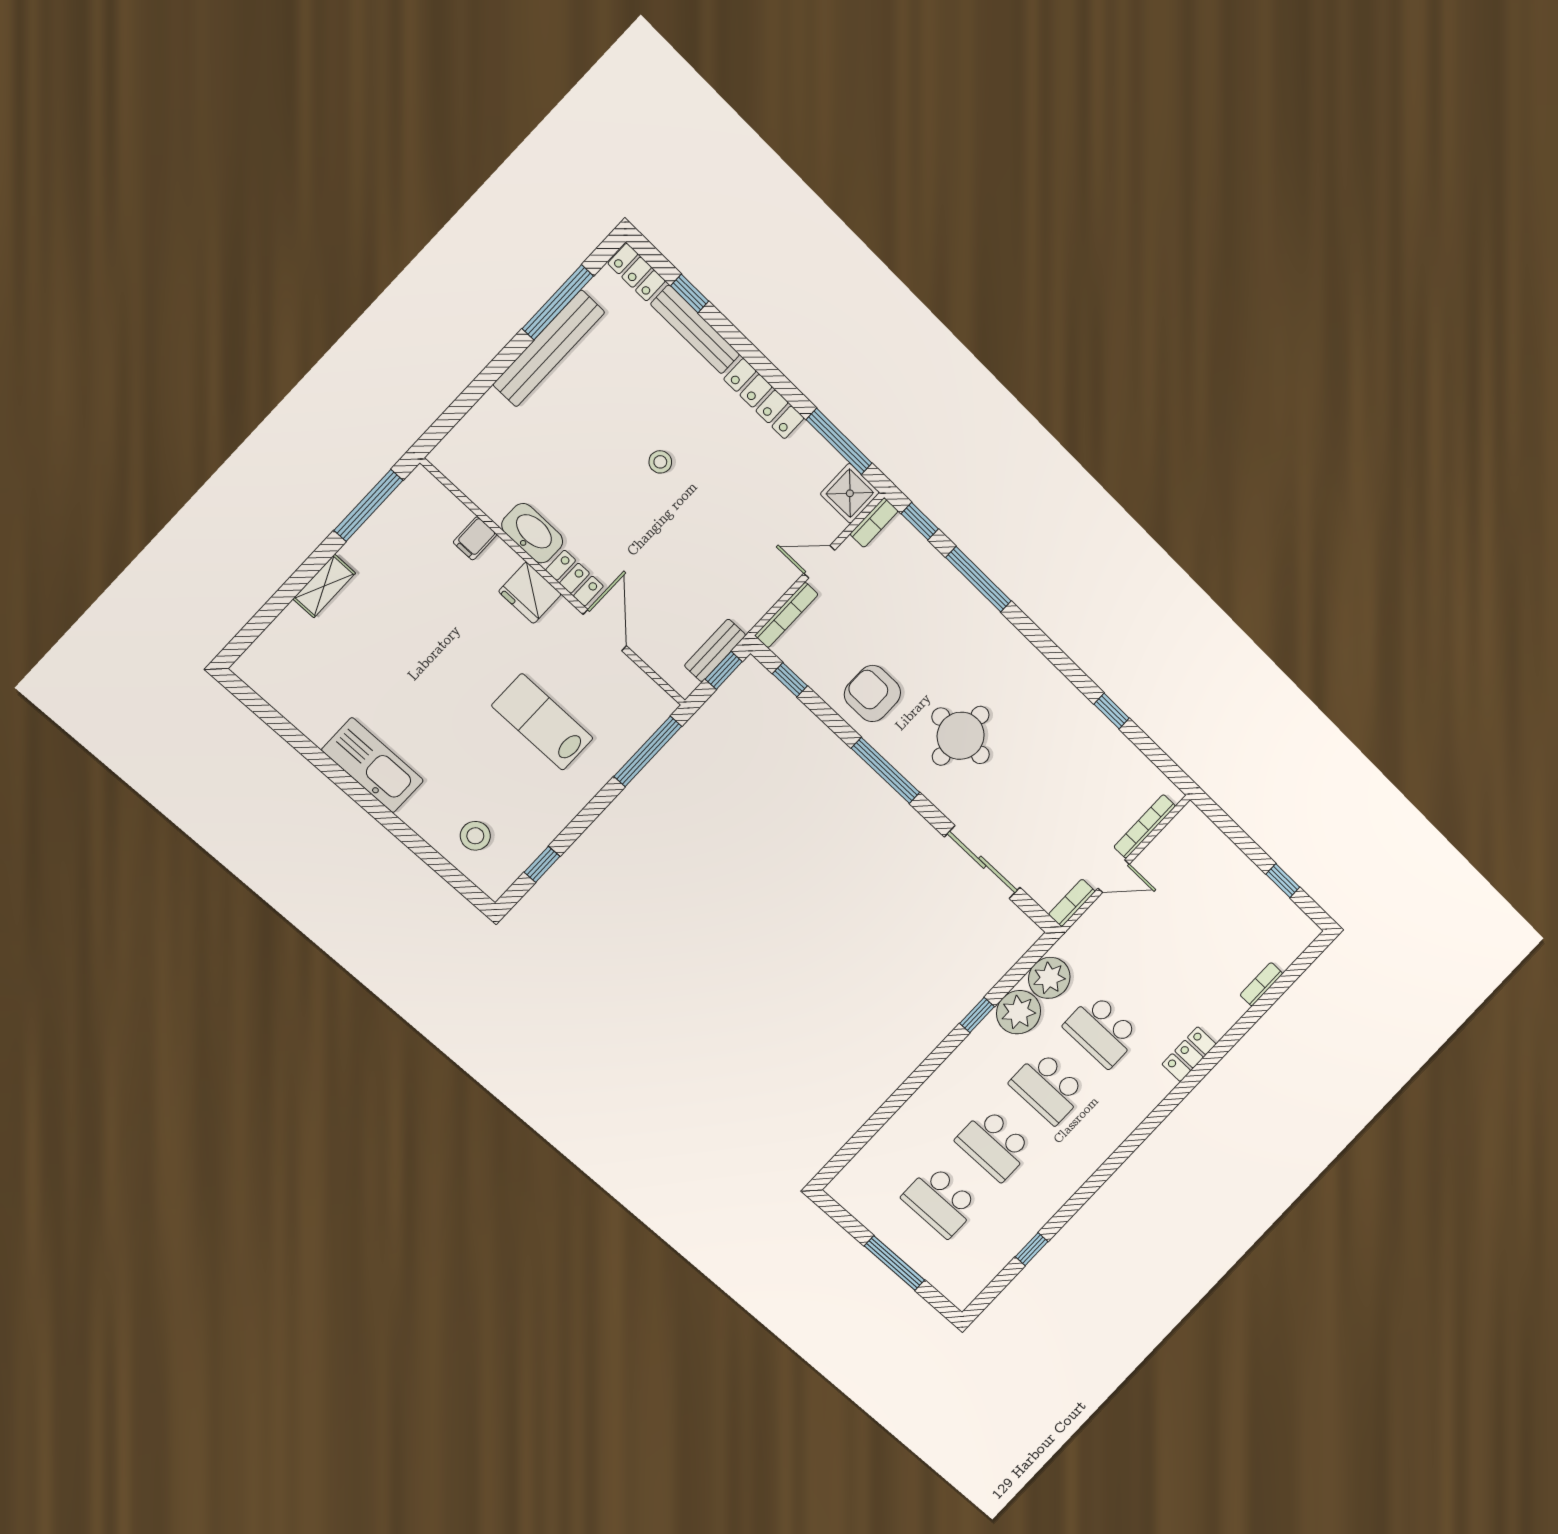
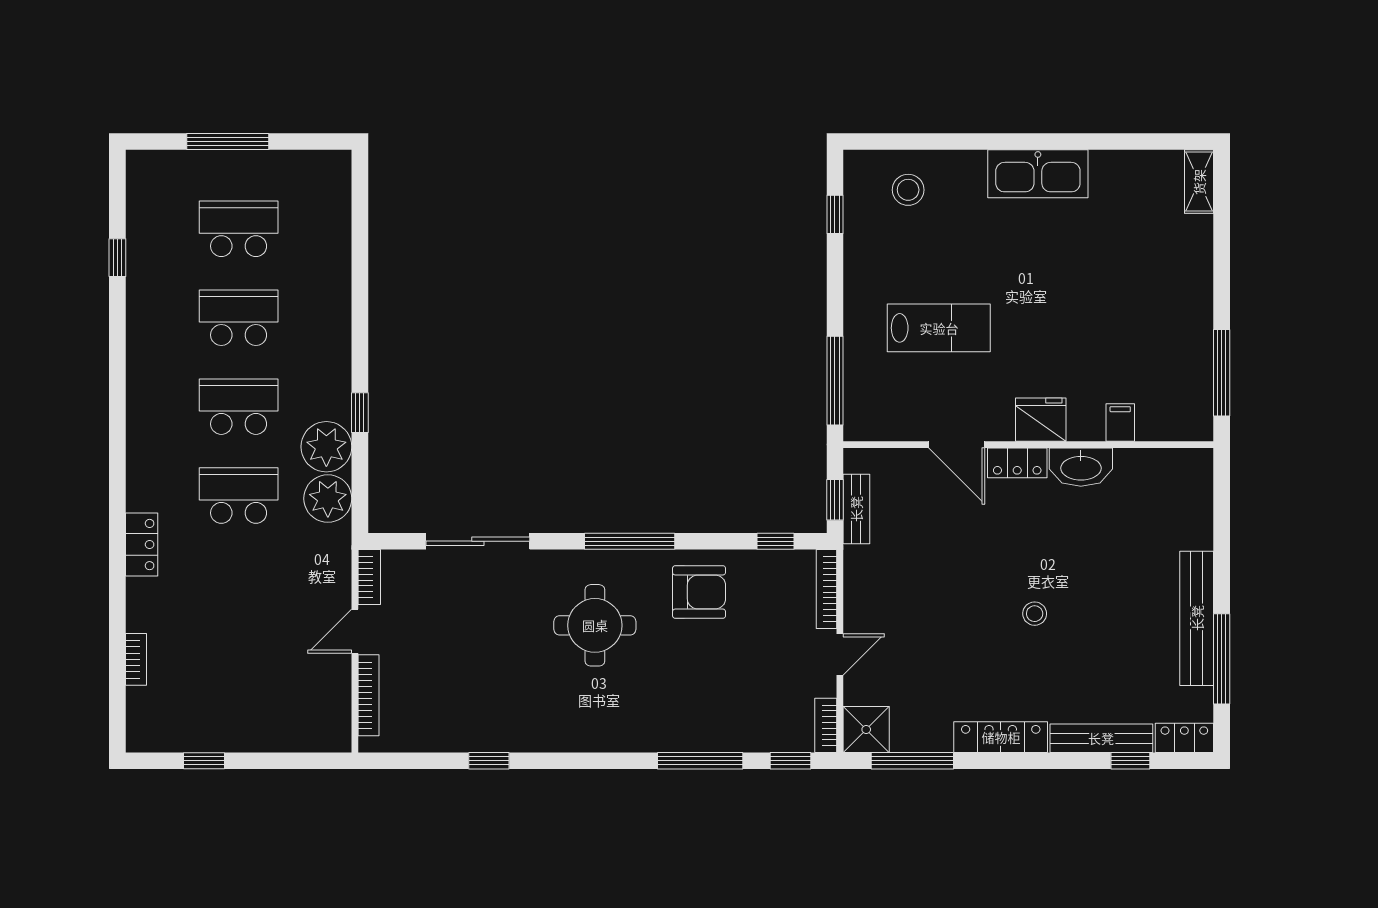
shelving: (324, 586) -> (1199, 182), moved

